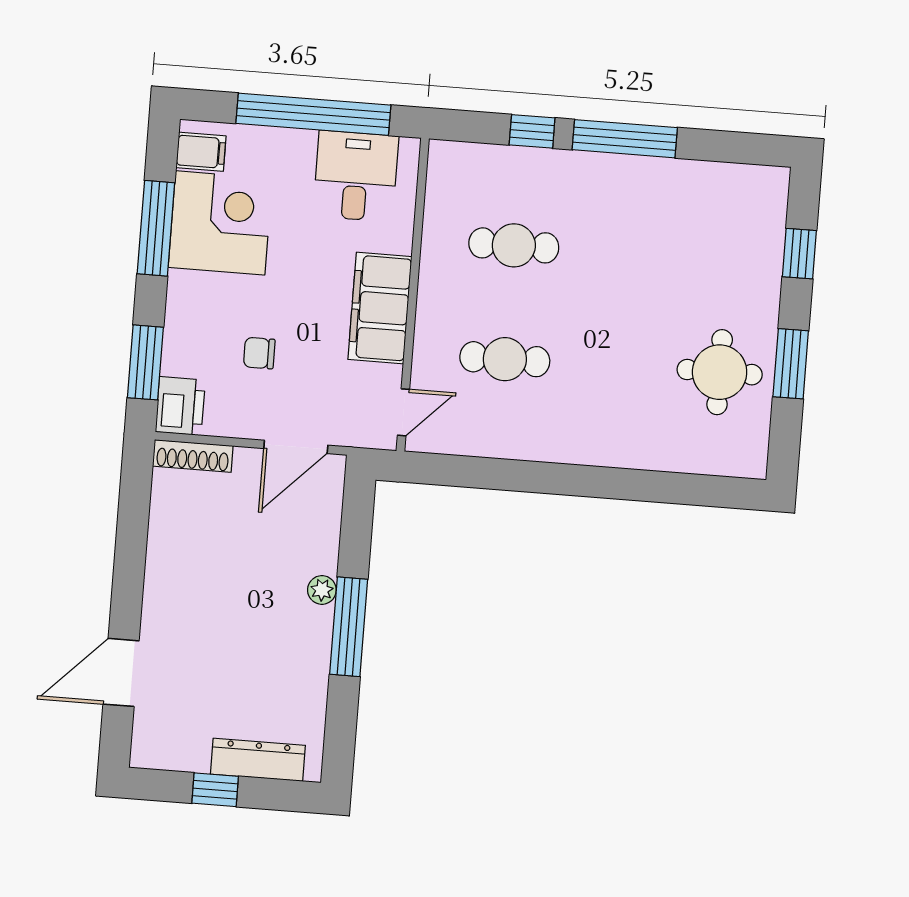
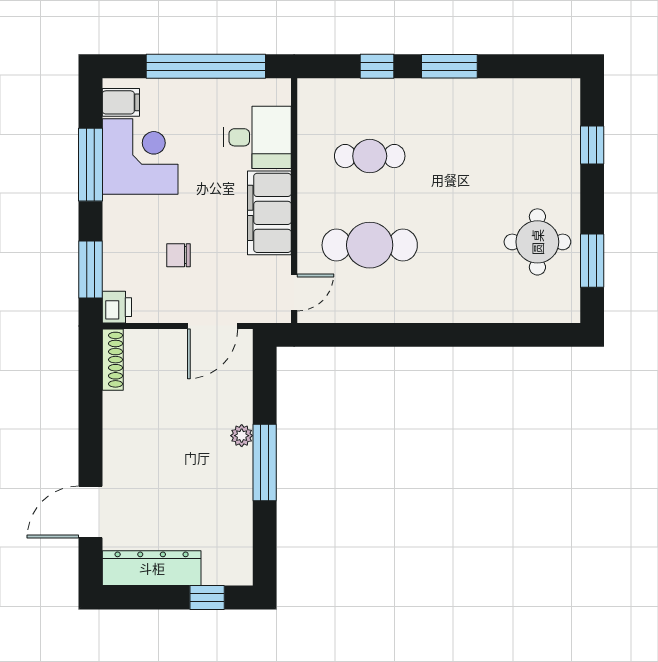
window: (625, 139) -> (449, 66), width x0.69
desk: (356, 176) -> (257, 137), moved, turned 90
cafe table: (505, 359) -> (370, 245), width x1.37, depth x1.35
window: (791, 364) -> (592, 261), moved
printer: (180, 406) -> (117, 307), width x0.73, depth x0.81
shoe rack: (193, 456) -> (113, 360), moved, turned -90
dresser: (258, 760) -> (152, 568), moved, width x1.37, depth x1.24
window: (215, 790) -> (207, 597), moved

